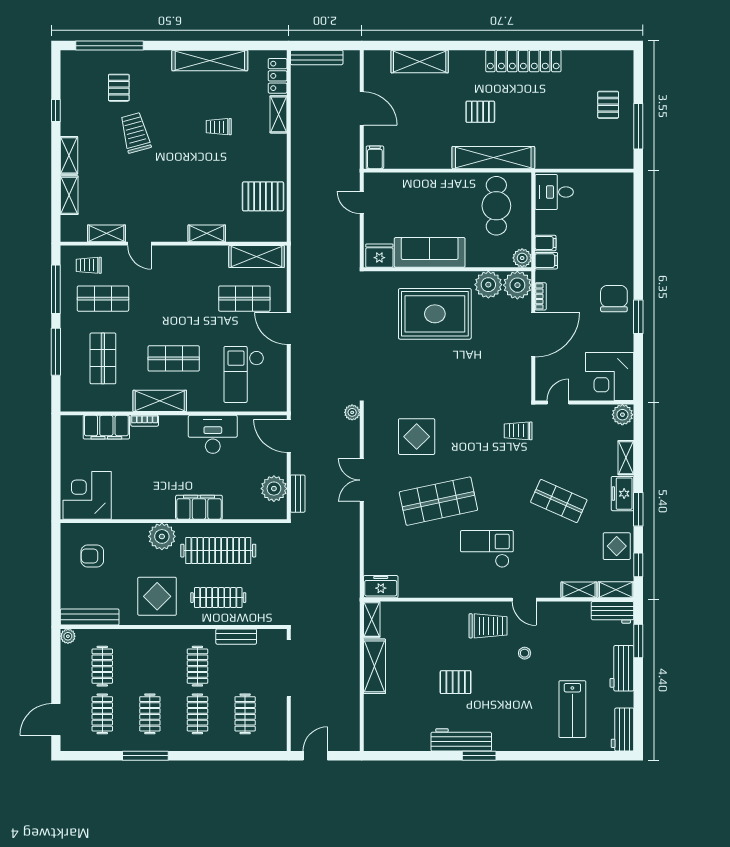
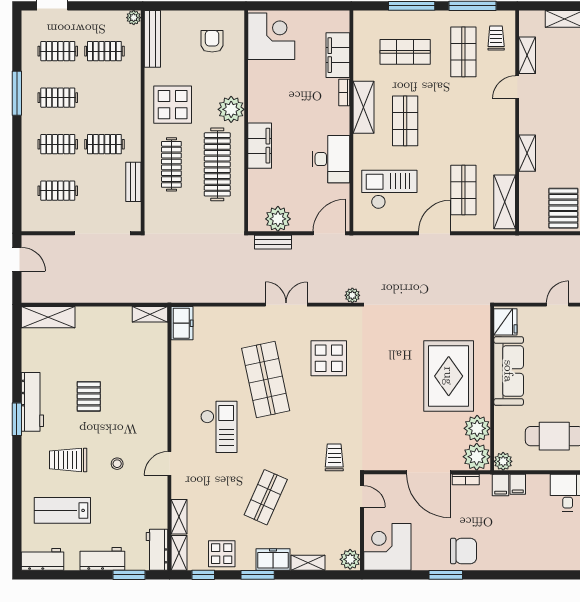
trolley: (488, 626) -> (68, 460), moved, turned 90
shelving: (374, 666) -> (48, 317), moved

